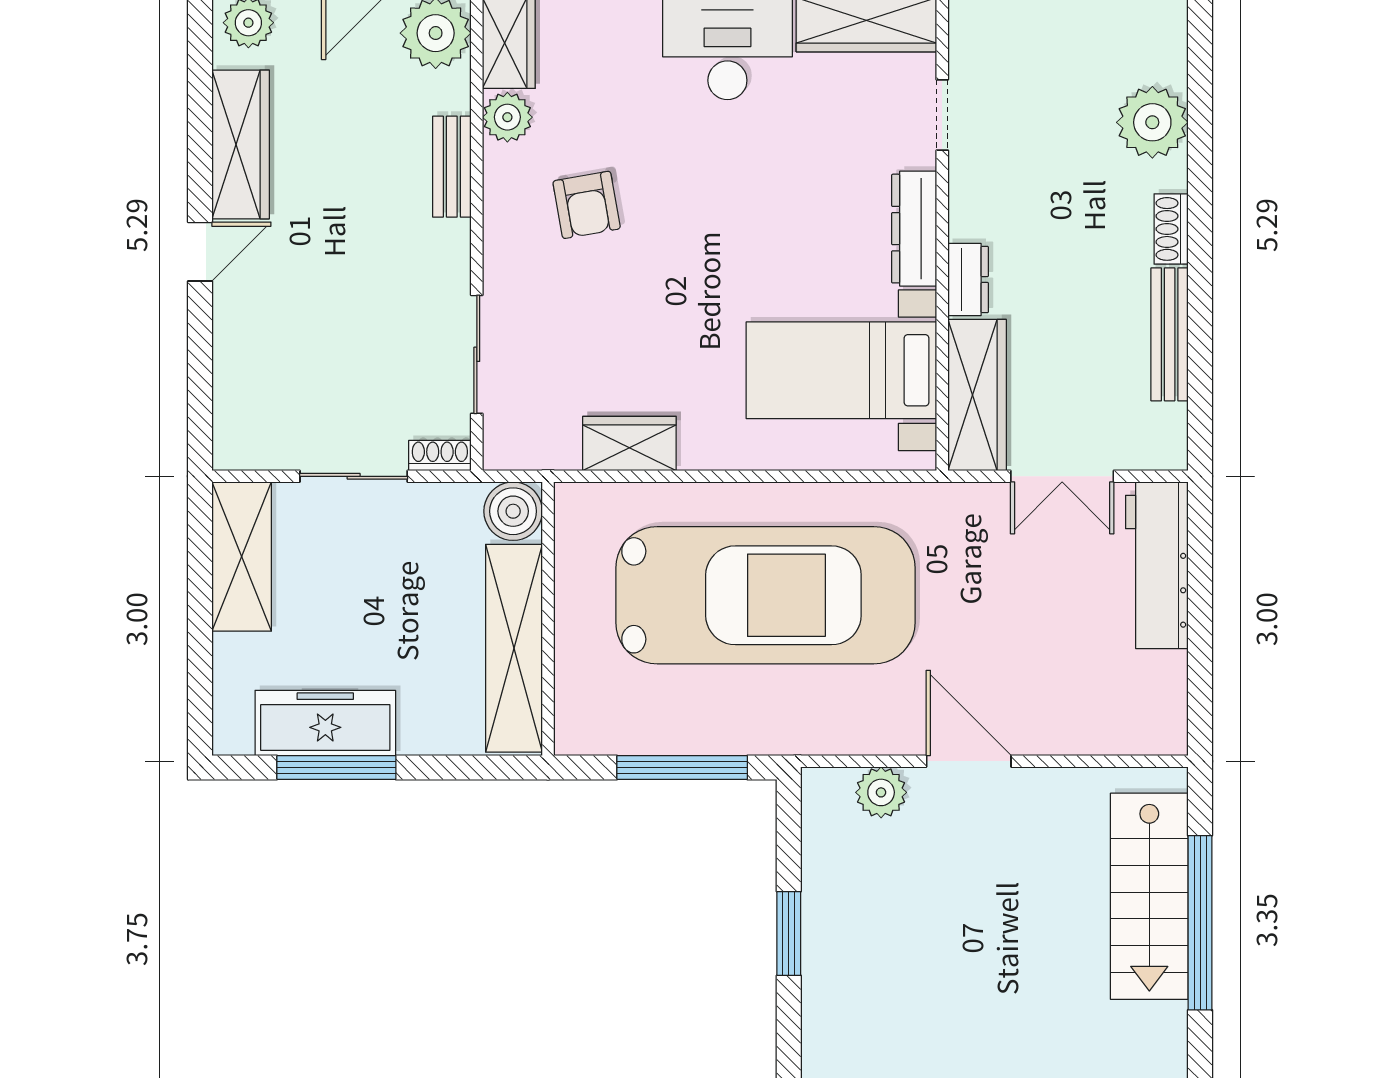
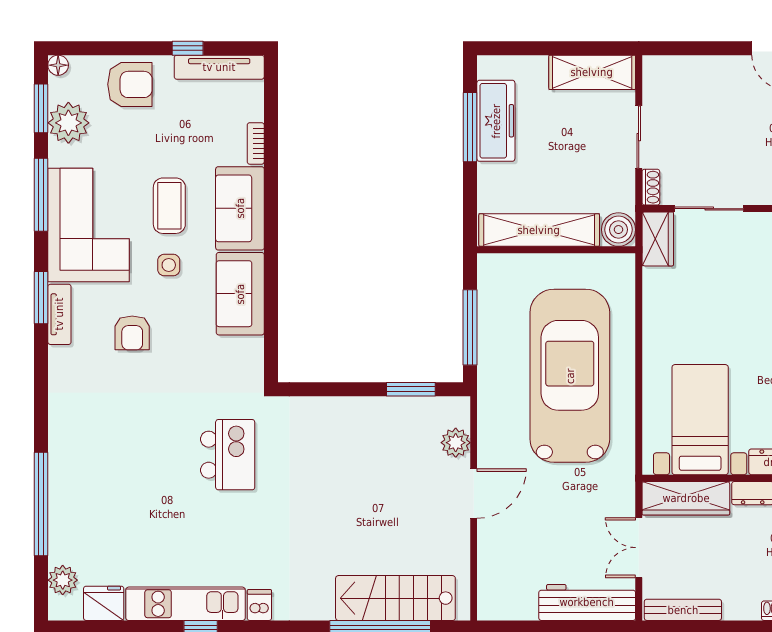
bench: (1170, 334) -> (683, 610), moved
wardrobe: (629, 443) -> (658, 239), moved
car: (765, 595) -> (570, 376), turned 180
window: (789, 933) -> (411, 389), moved

